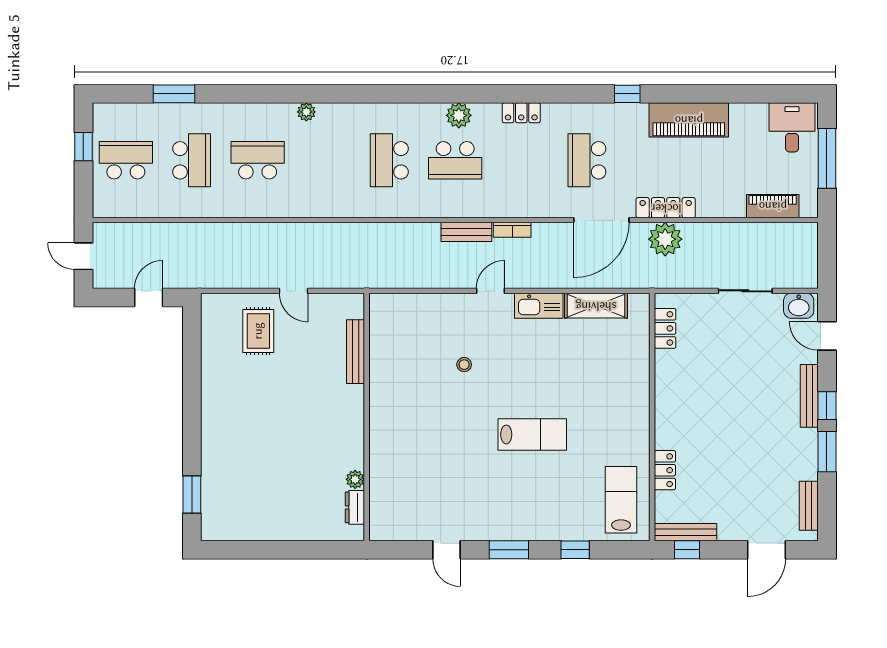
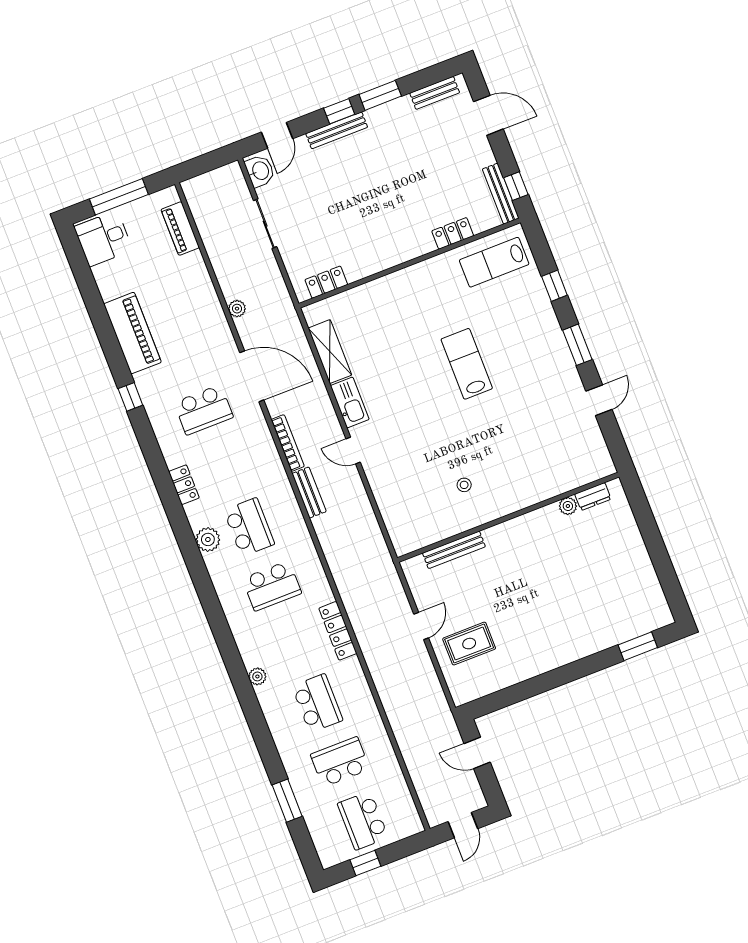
school desk: (258, 160) -> (317, 703), turned 180
locker: (666, 208) -> (338, 631), moved
bookcase: (512, 230) -> (288, 443), width x1.56
plant: (665, 239) -> (237, 309), width x0.53, depth x0.53
stool: (464, 365) -> (464, 485), moved

